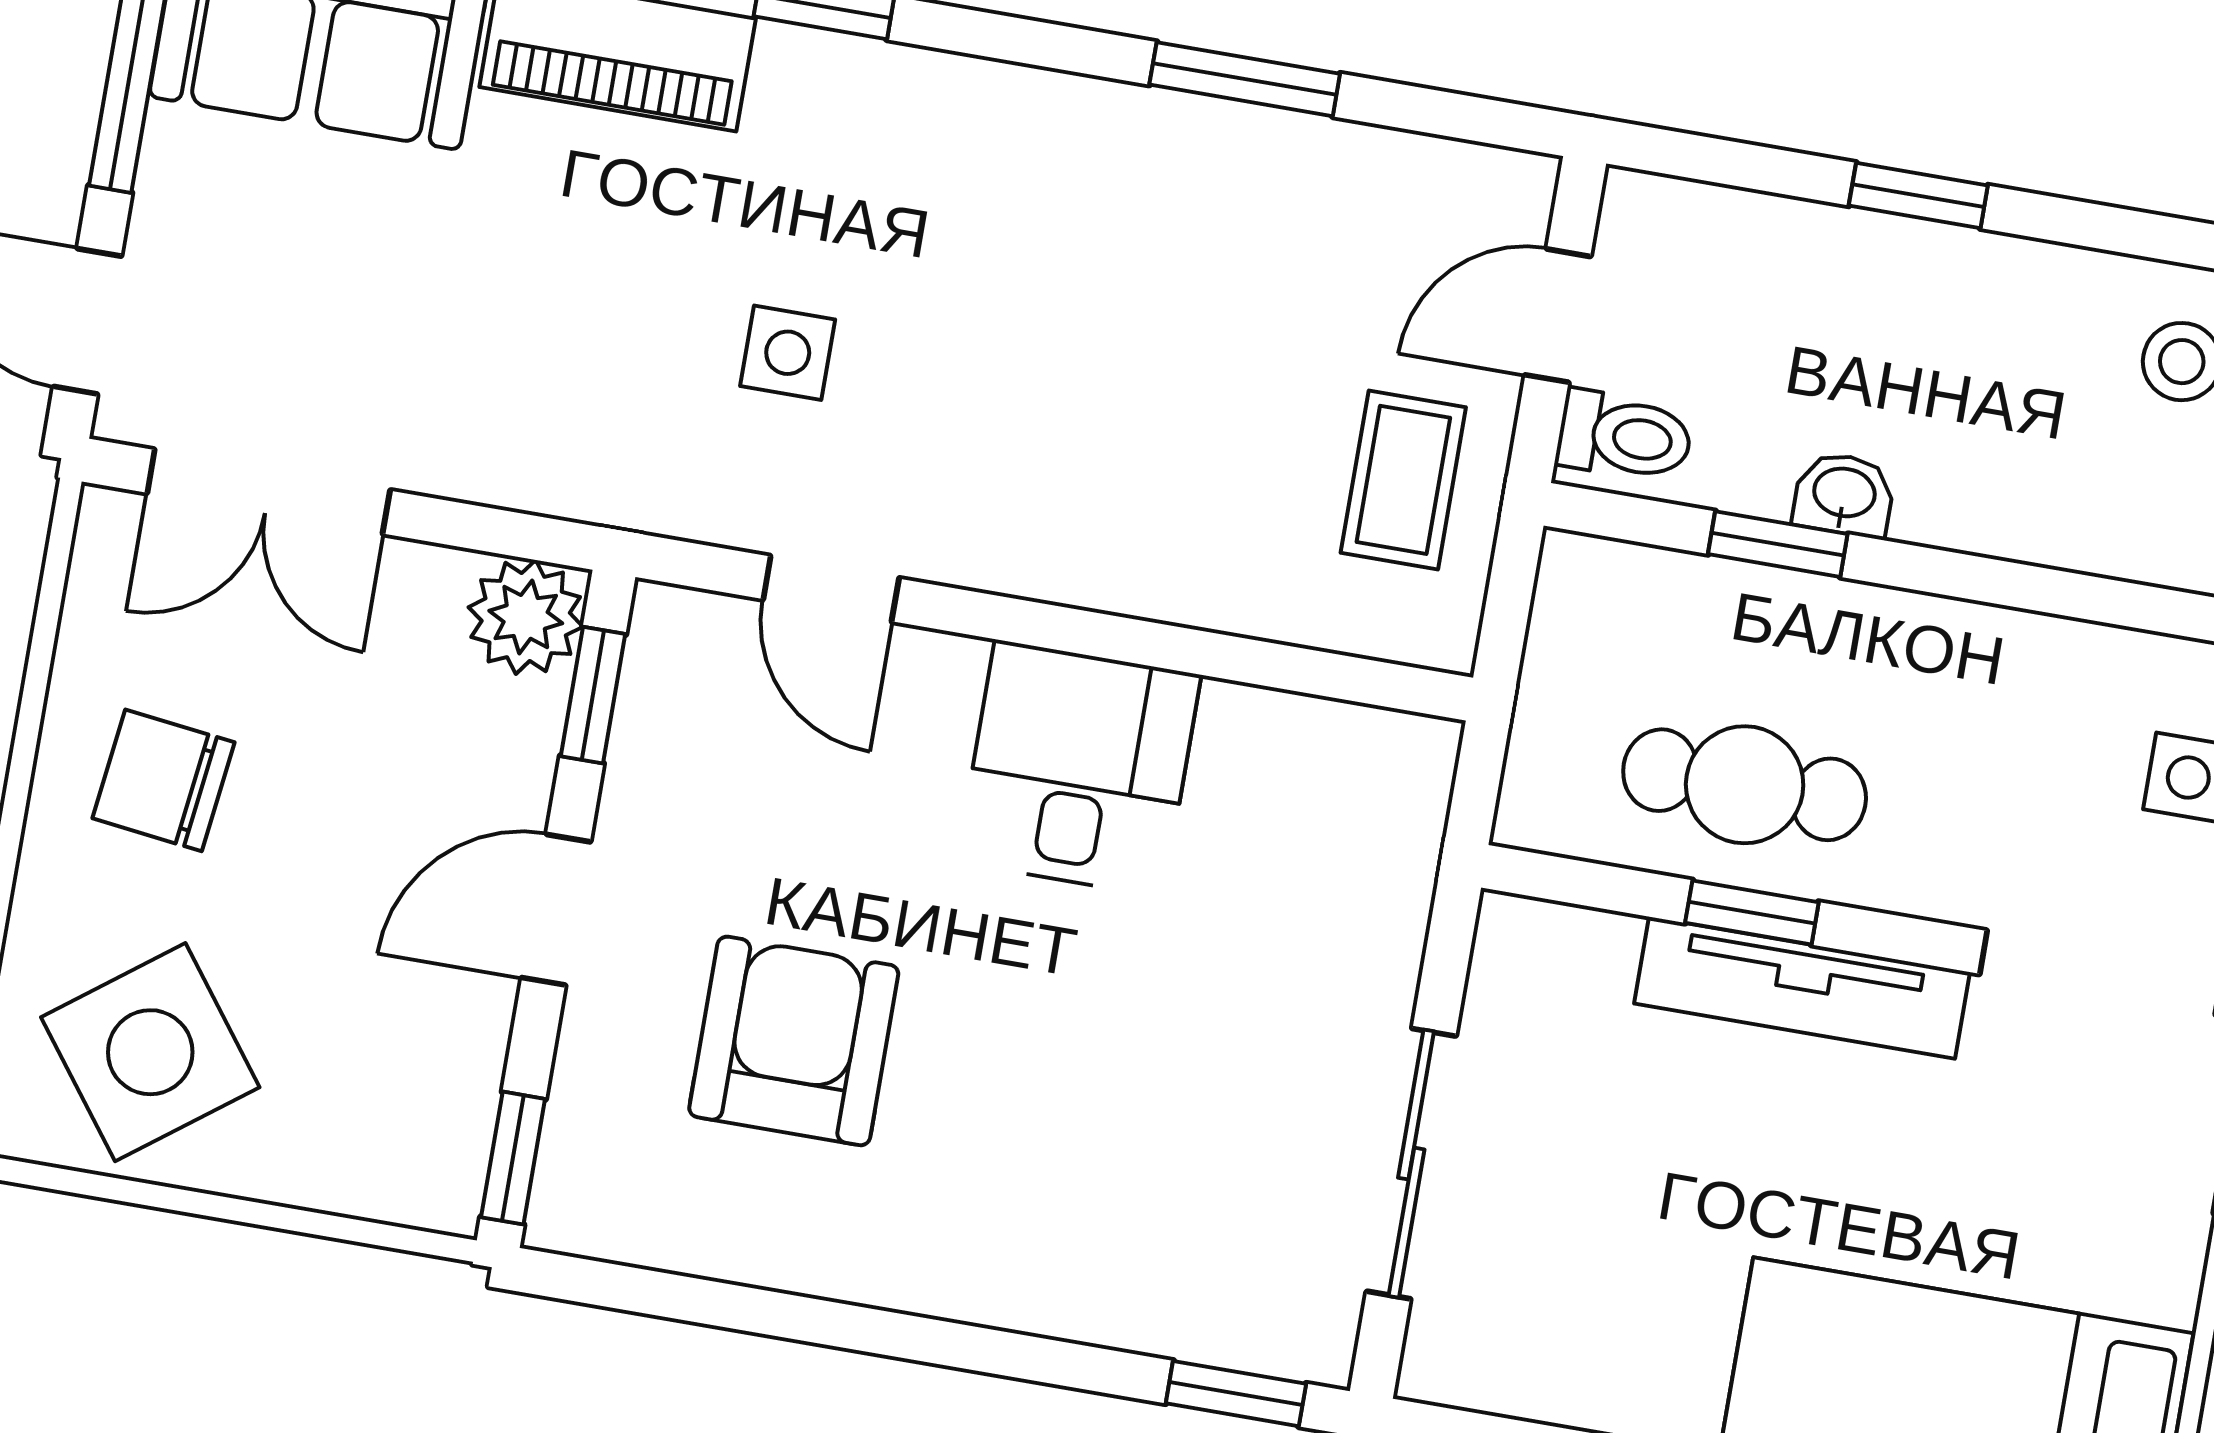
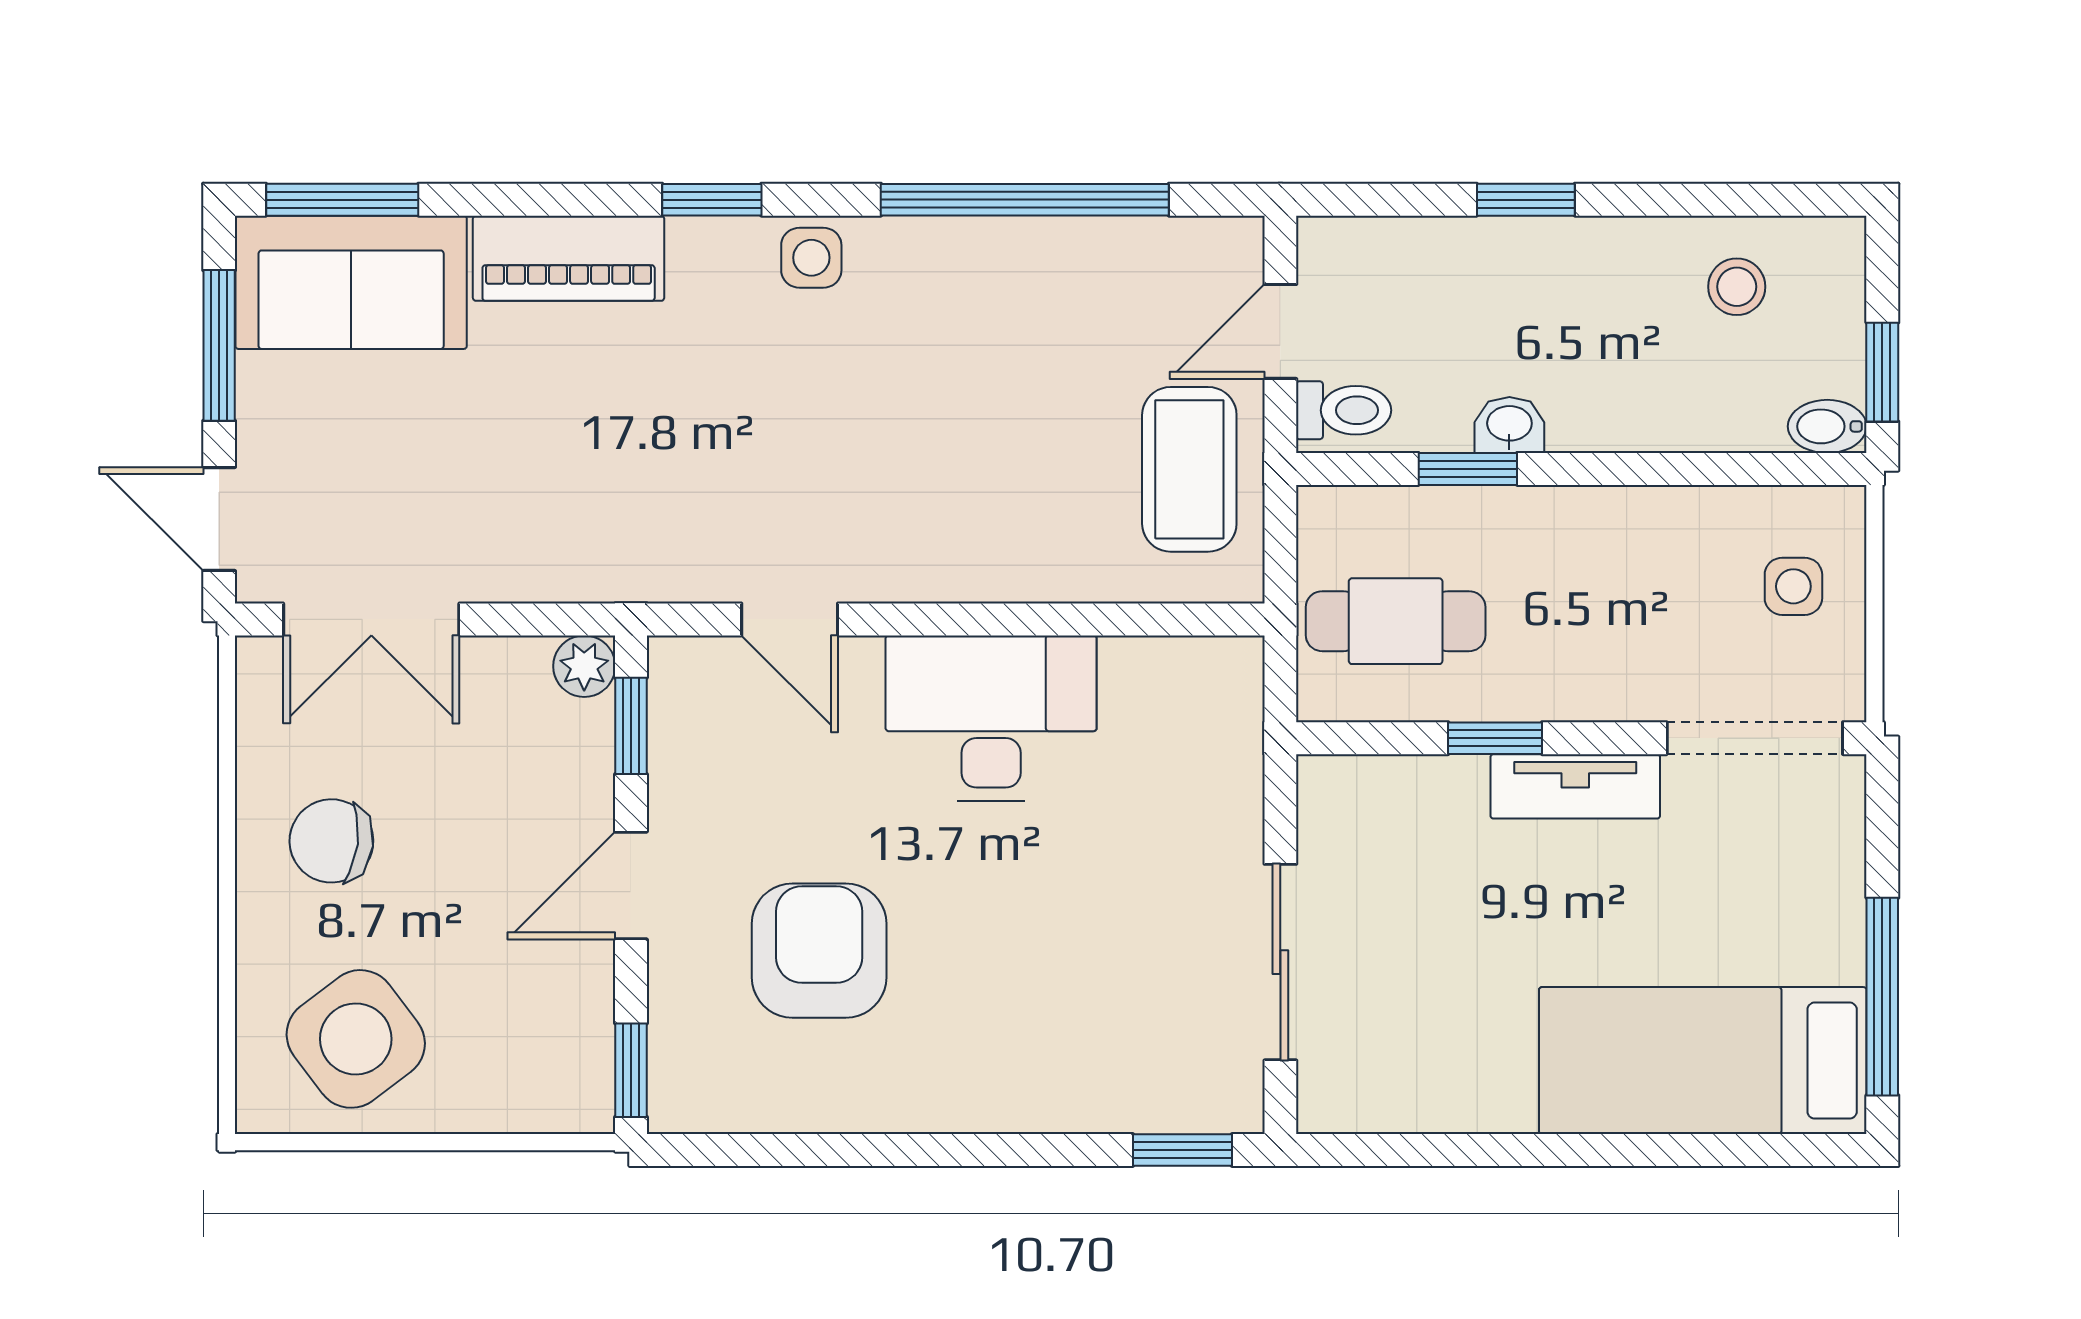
window: (1245, 79) -> (1025, 200), width x2.11
side table: (788, 353) -> (811, 258), moved
coffee table: (1403, 480) -> (1189, 469), width x1.36, depth x1.30
plant: (526, 617) -> (584, 666), width x0.73, depth x0.73
desk: (1079, 768) -> (991, 718), width x1.37
cafe table: (1745, 785) -> (1396, 621), moved
tv unit: (1802, 988) -> (1575, 786), width x0.71

